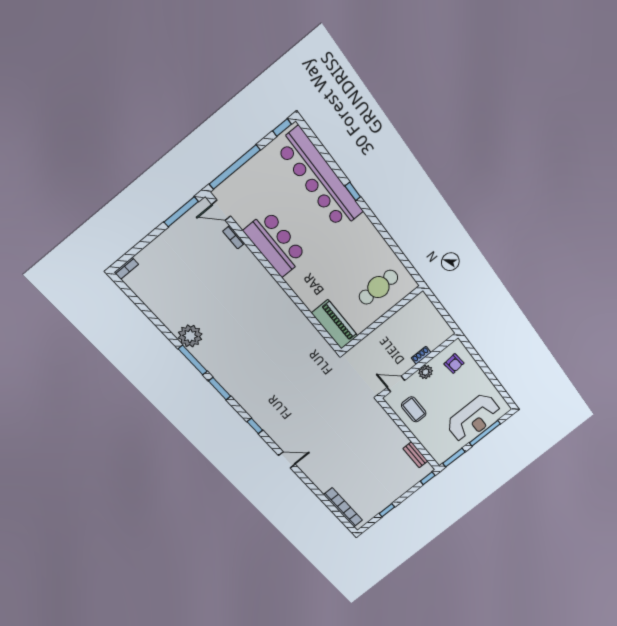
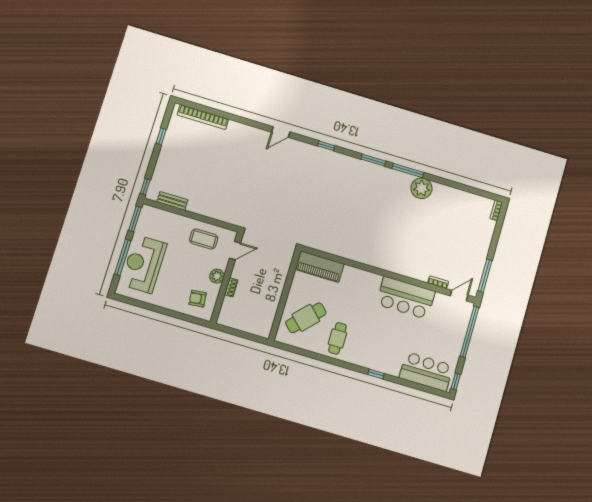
bar counter: (320, 179) -> (426, 372), width x0.54
cafe table: (364, 249) -> (337, 338), added
cafe table: (378, 287) -> (306, 318), turned 44

